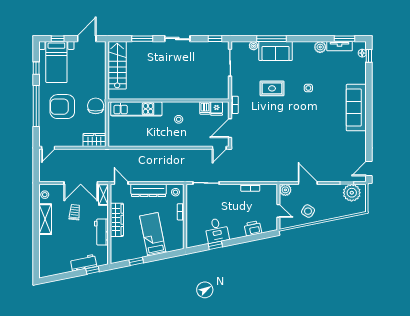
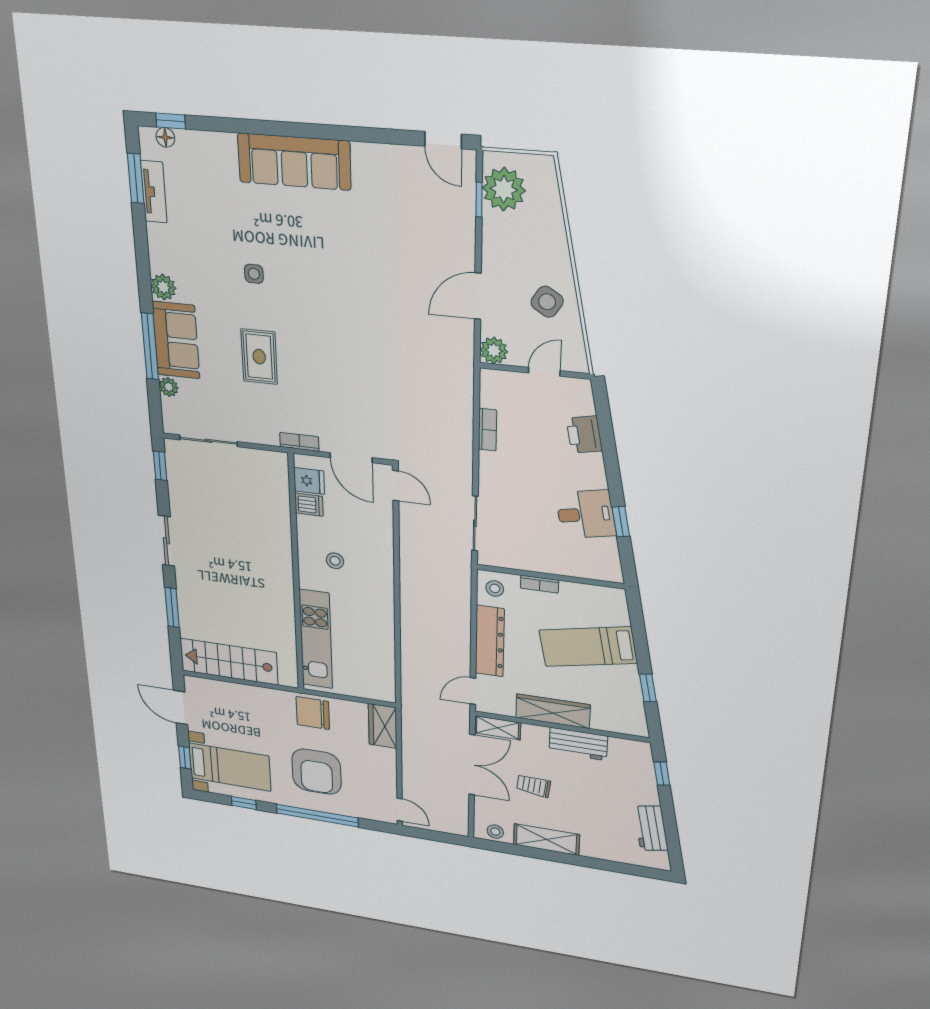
plant: (320, 47) -> (163, 287), moved
workbench: (84, 263) -> (651, 828), moved

